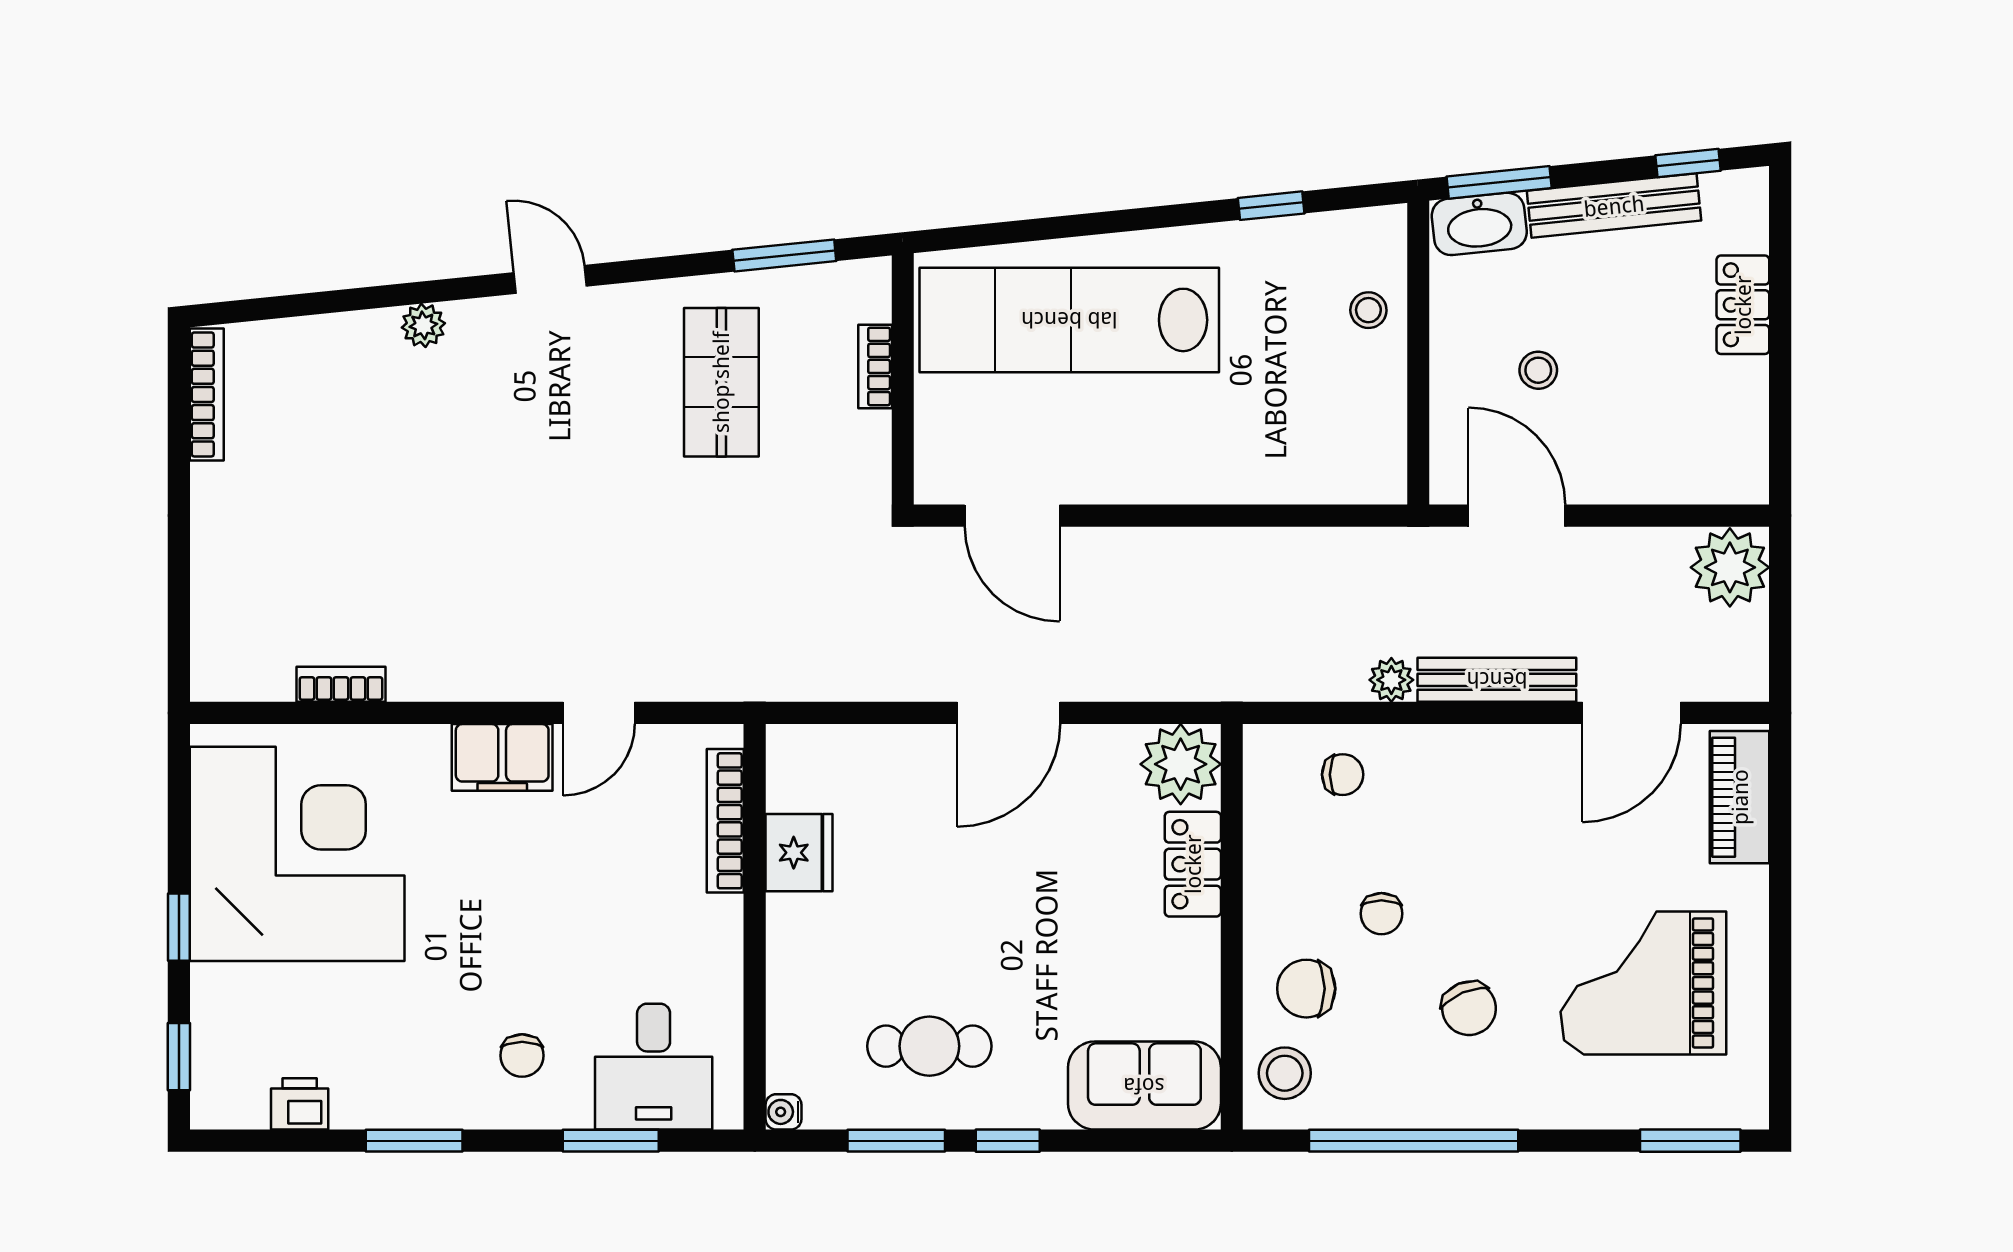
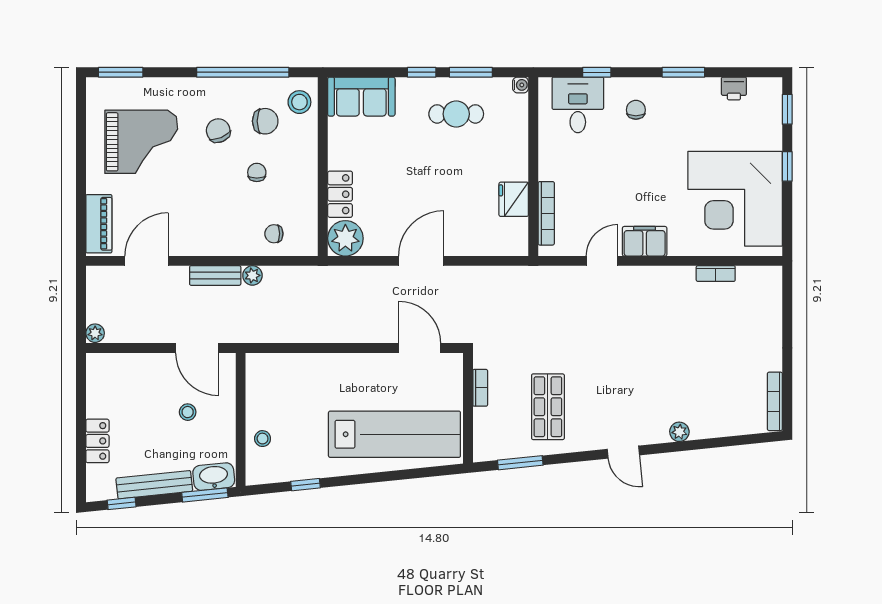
bookcase: (875, 366) -> (480, 388), moved
plant: (1730, 567) -> (95, 333), width x0.53, depth x0.53
bench: (1497, 680) -> (215, 276), width x0.73
chair: (1306, 989) -> (265, 121), moved
window: (611, 1141) -> (597, 72), width x0.67

